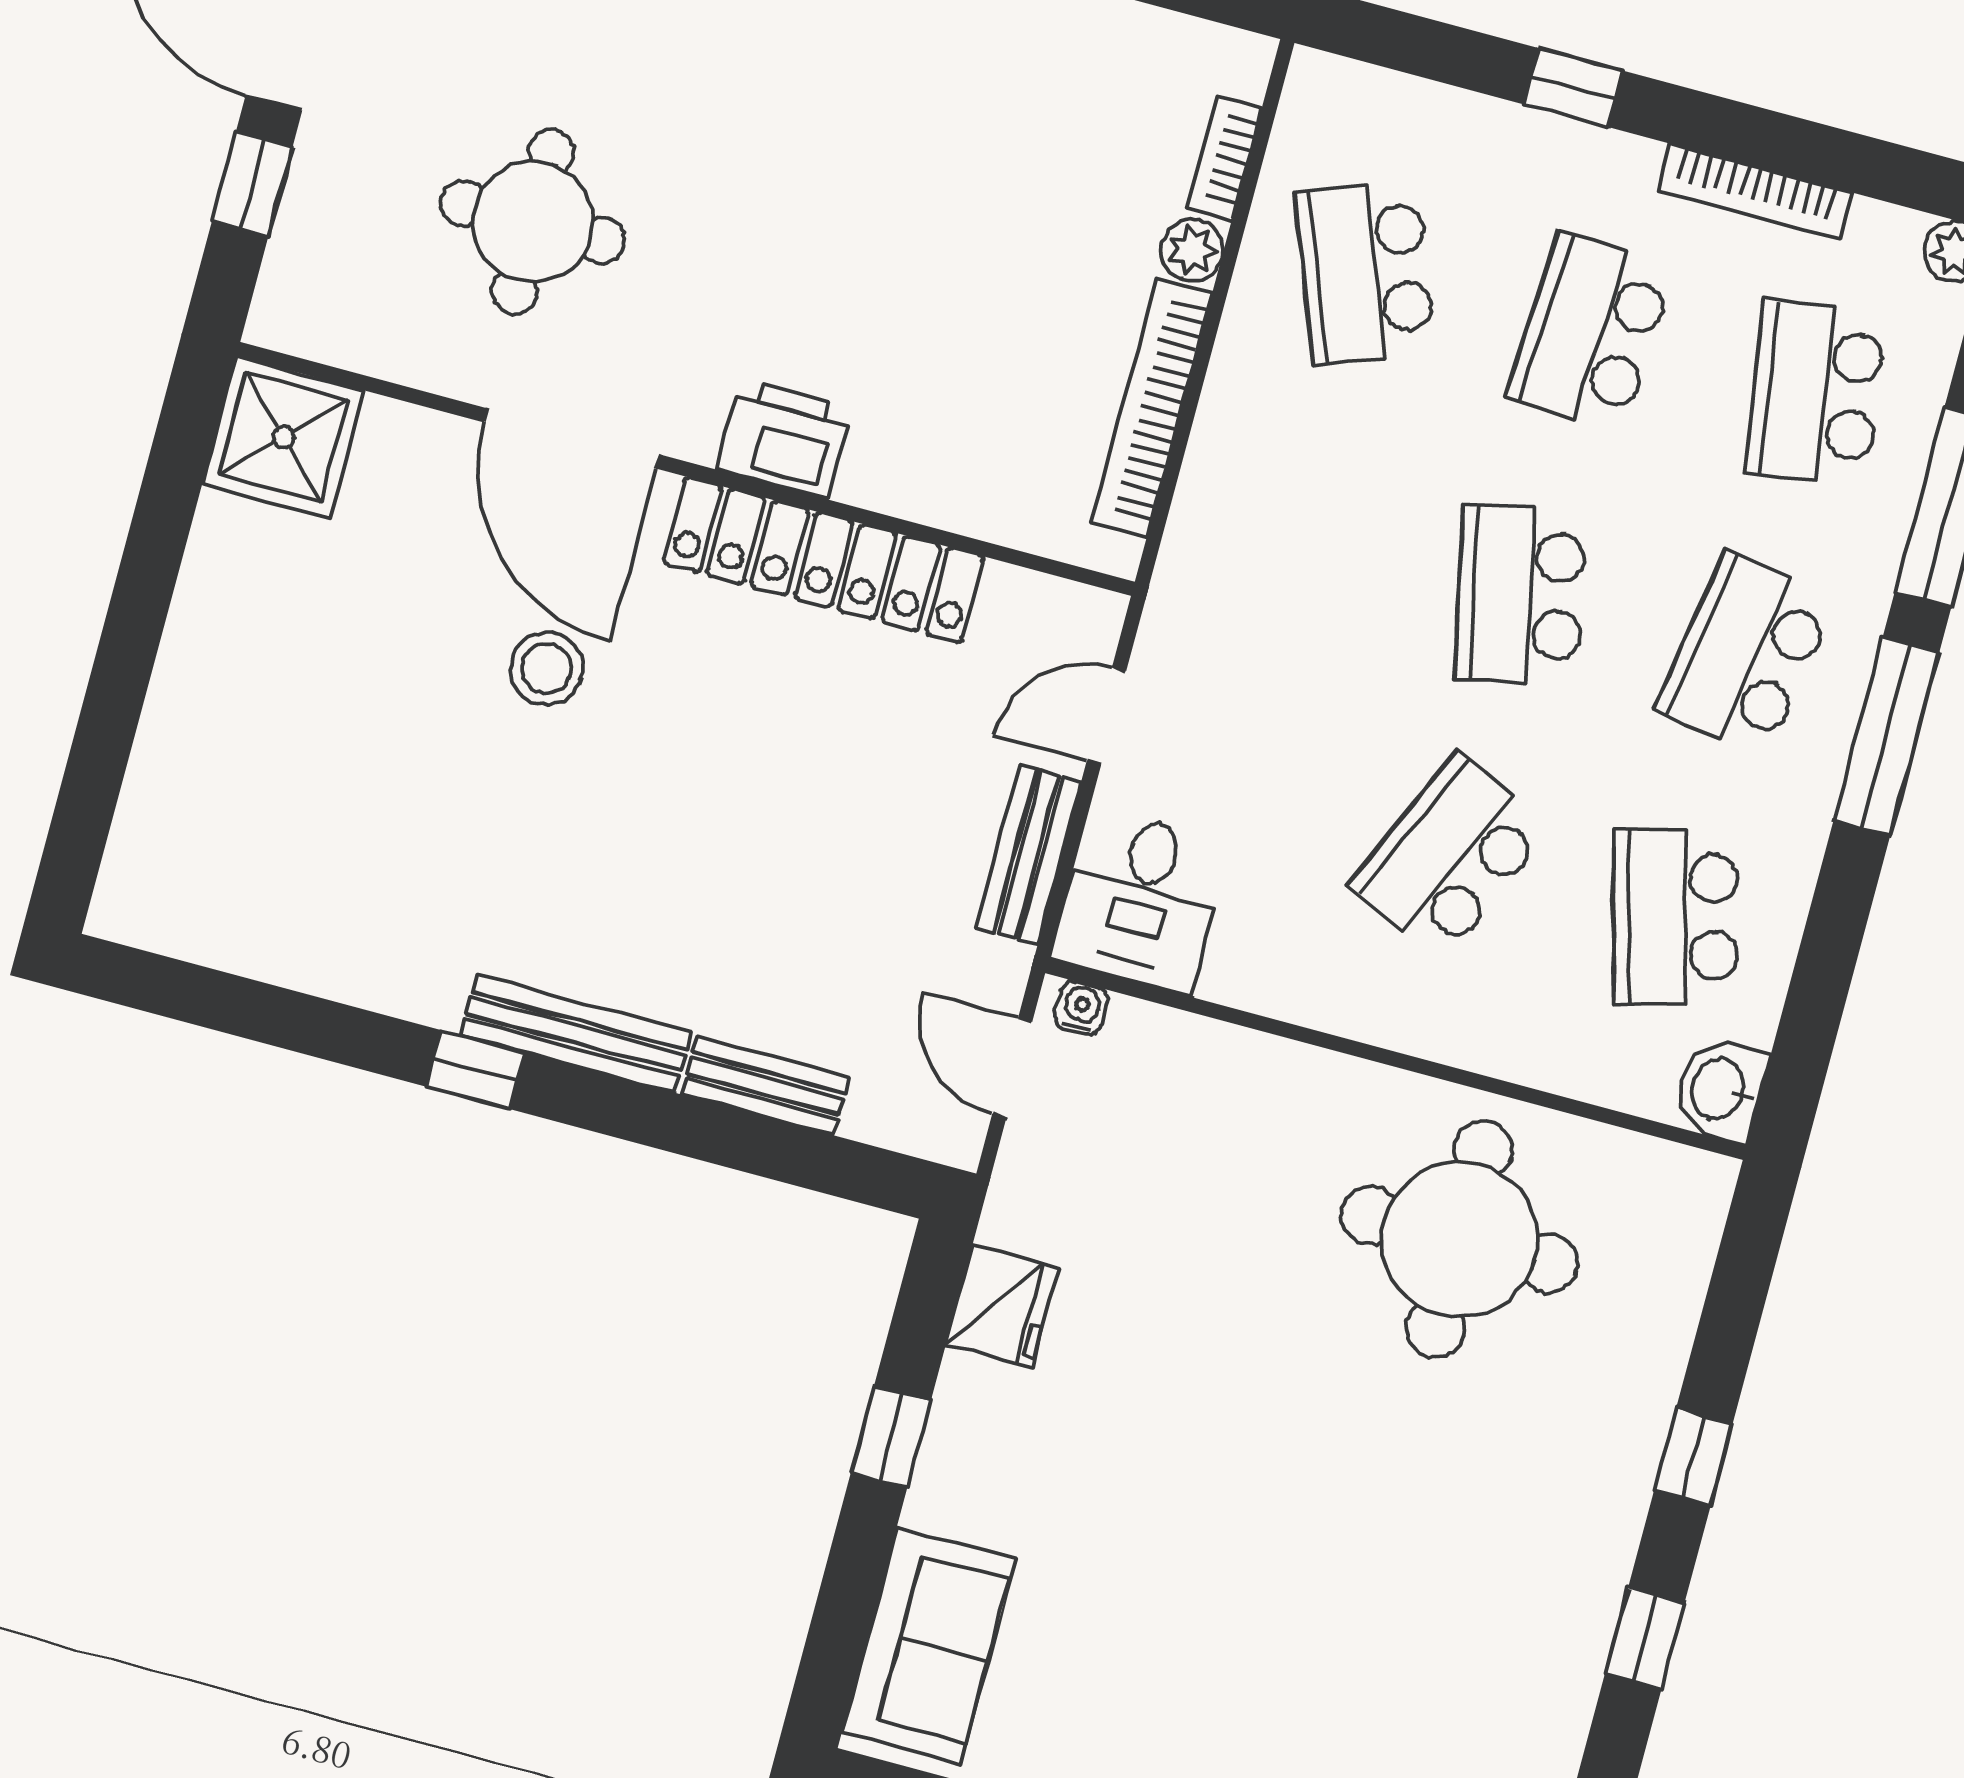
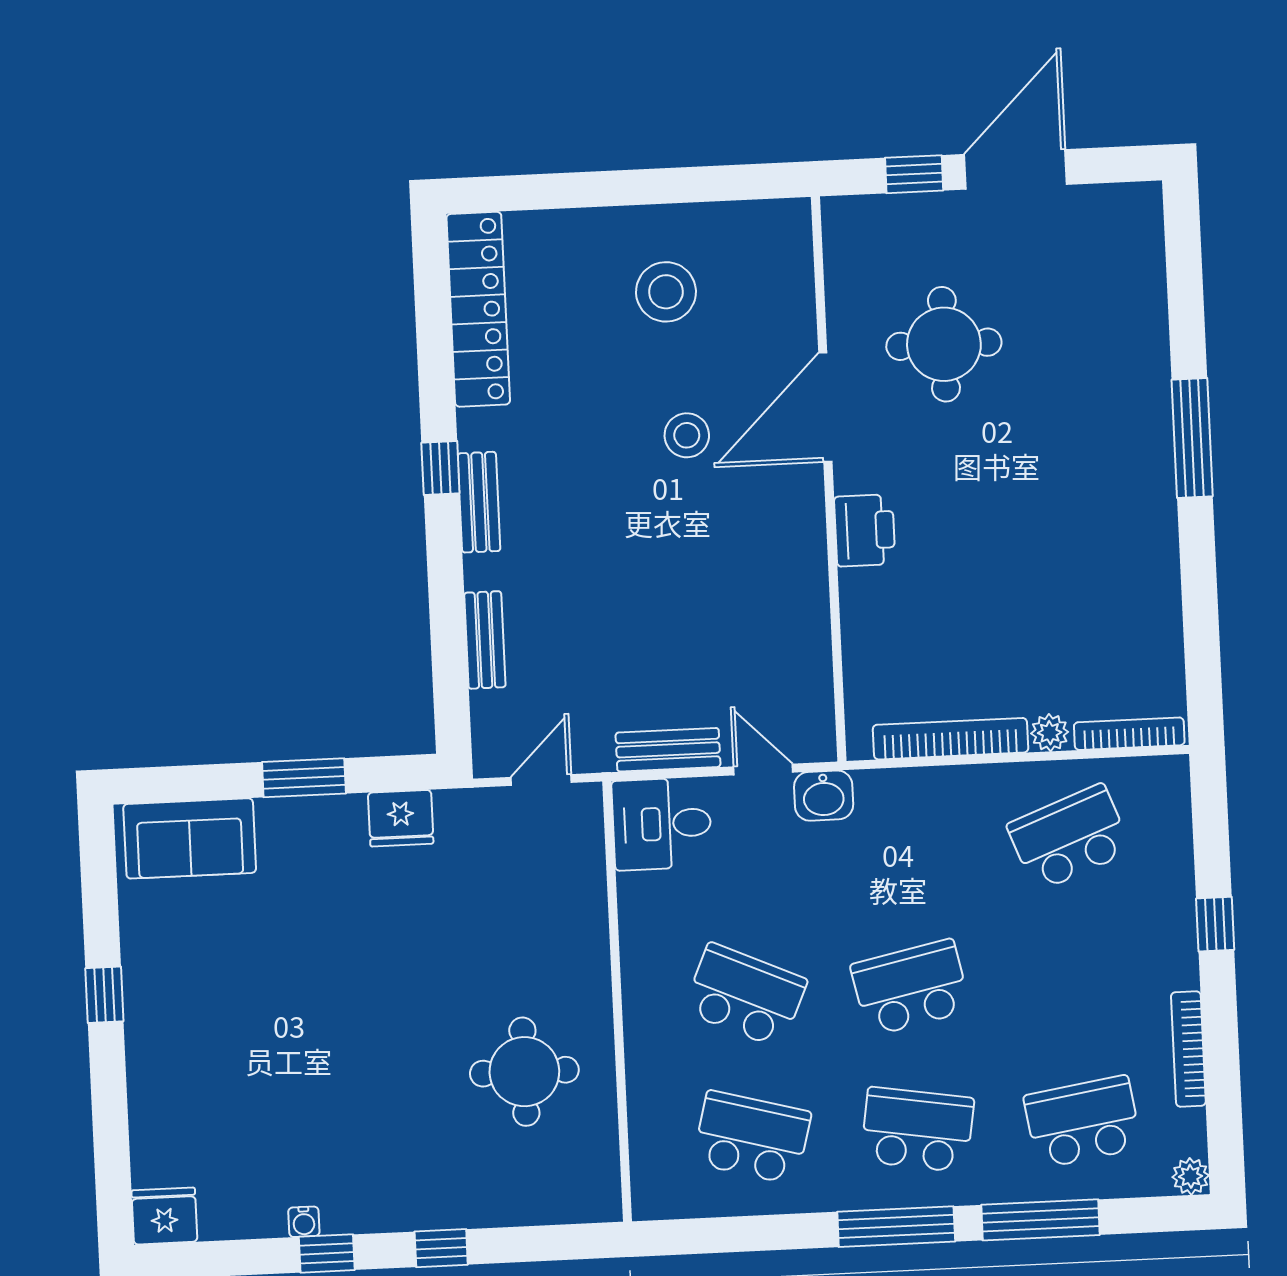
bookcase: (1225, 158) -> (1129, 734), width x1.56
school desk: (1591, 332) -> (1076, 980), removed
shower: (283, 437) -> (772, 239), removed
locker: (824, 560) -> (478, 309), moved, turned 180
stool: (312, 630) -> (666, 292), added
school desk: (1675, 917) -> (752, 1137), turned 30
water cooler: (1081, 1008) -> (304, 1222), moved, turned 90
bench: (576, 1034) -> (479, 502), width x0.73
washbasin: (1720, 1090) -> (824, 796), moved, turned 180
round table: (1459, 1239) -> (524, 1072), width x0.73, depth x0.73
window: (891, 1437) -> (304, 778), width x1.50

